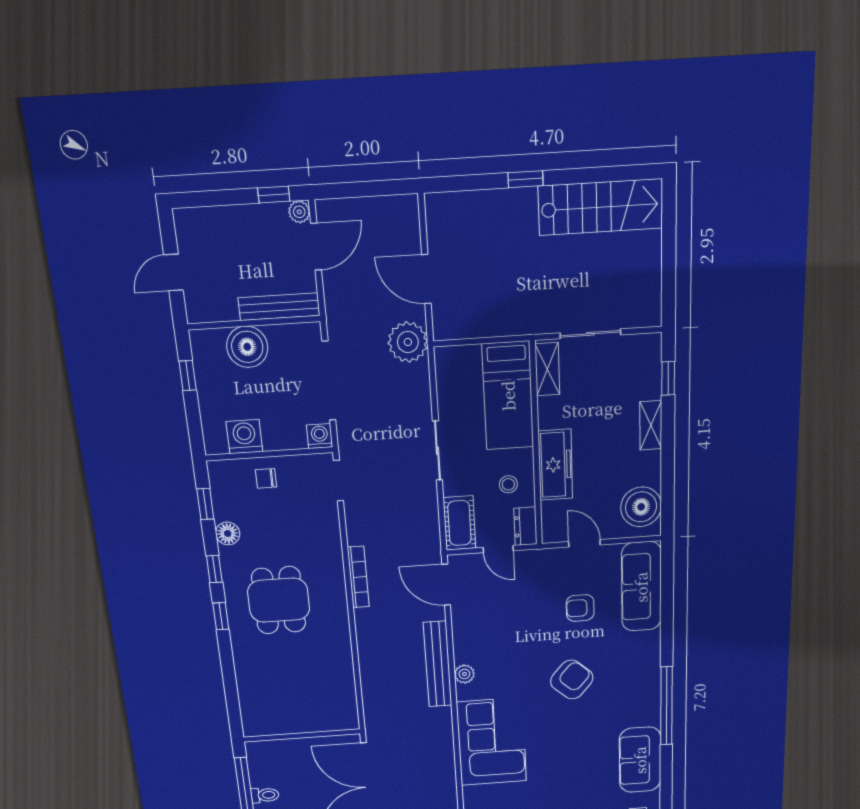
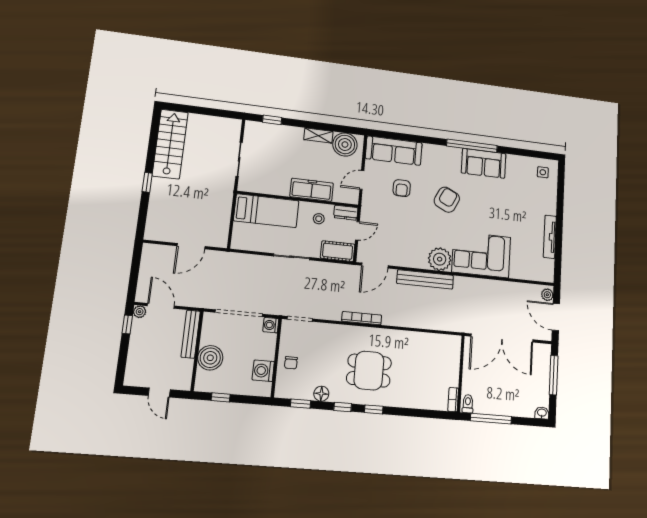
plant: (408, 342) -> (225, 263), removed
shelving: (547, 369) -> (255, 186), removed
shelving: (651, 425) -> (318, 136), moved
plant: (464, 674) -> (440, 259), width x1.88, depth x1.88
armchair: (572, 680) -> (447, 200), turned 75
bookcase: (261, 730) -> (453, 400), added
sofa: (640, 760) -> (484, 163), moved
toilet: (265, 795) -> (468, 404), moved

